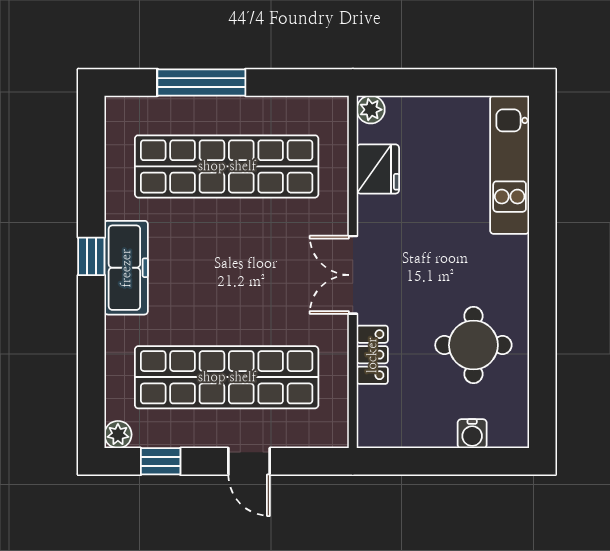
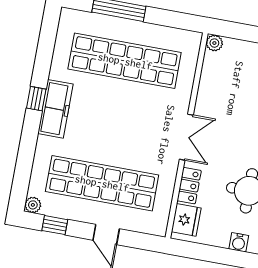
fridge: (378, 169) -> (186, 220), moved
double door: (353, 275) -> (186, 137), swing flipped

